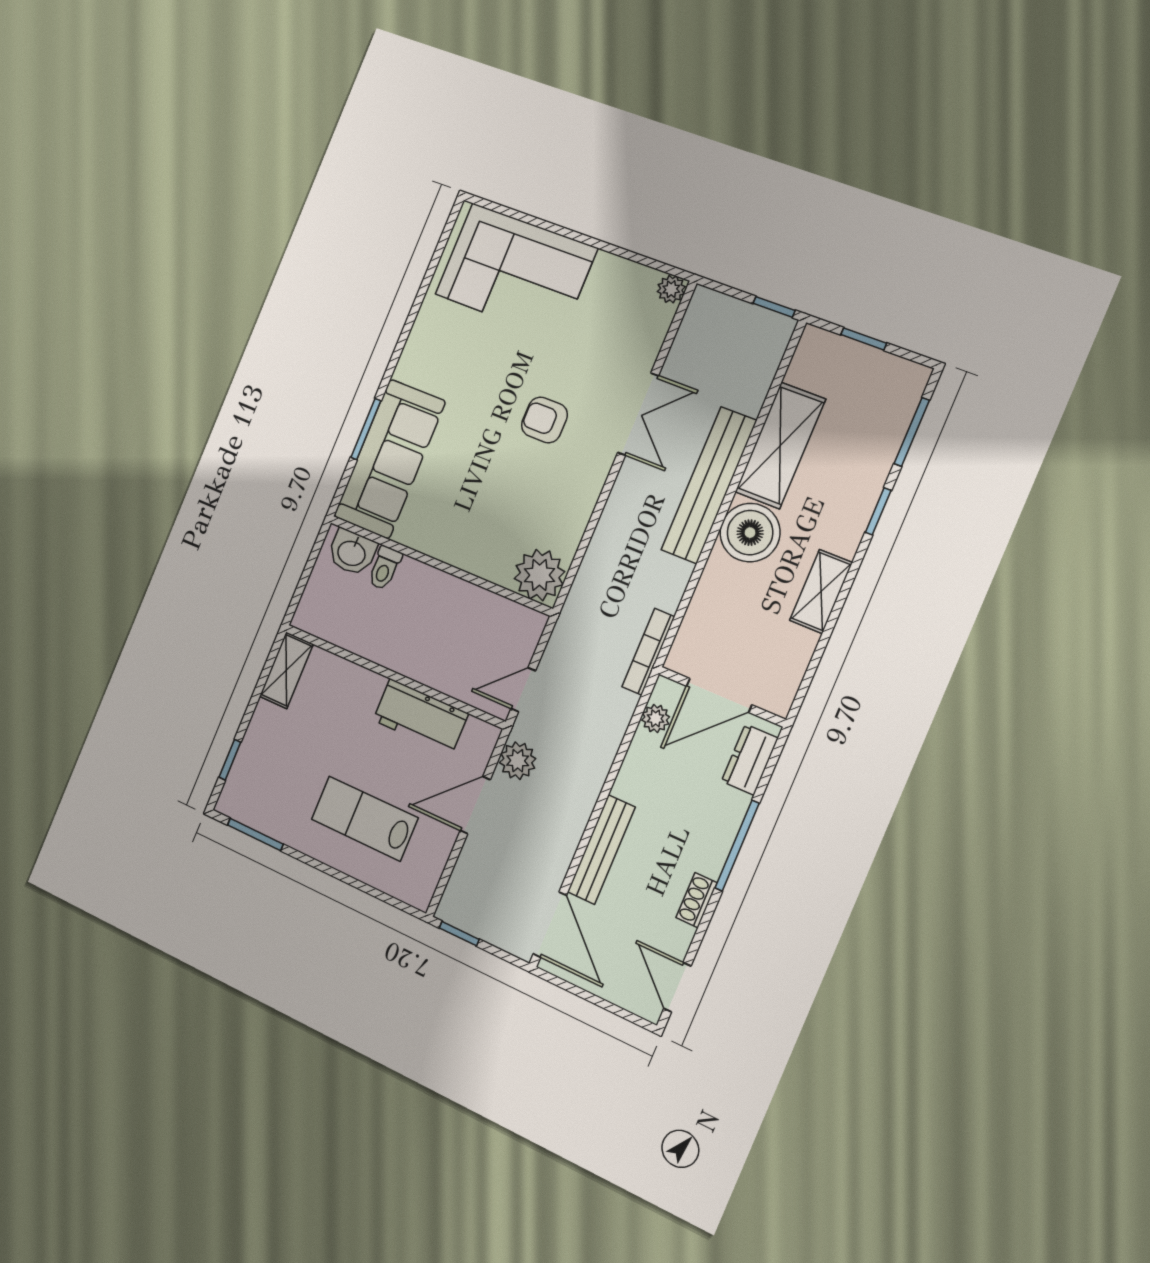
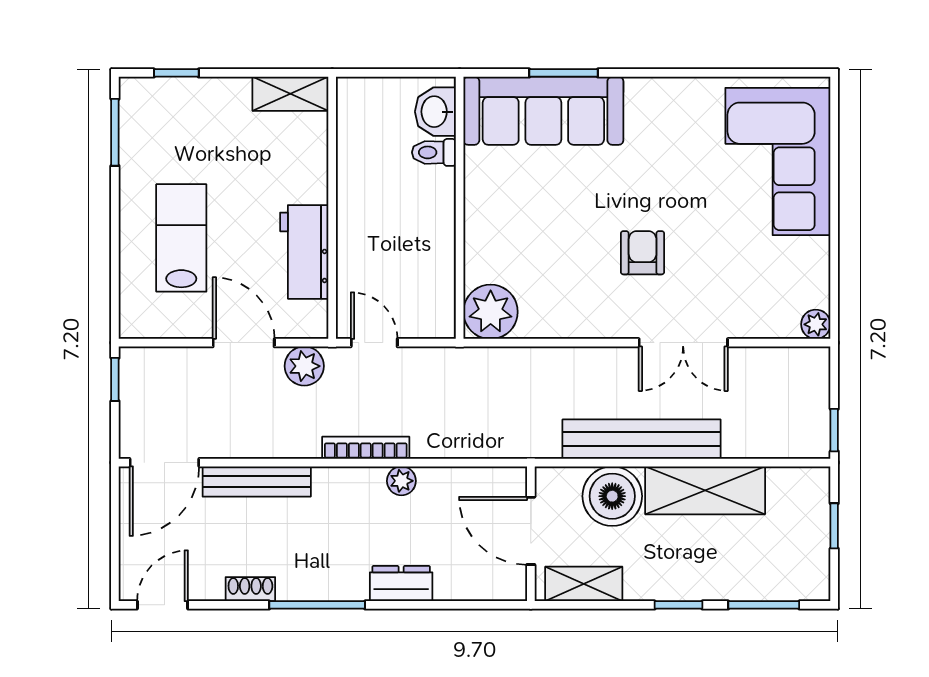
bookcase: (648, 652) -> (366, 448), moved
door: (719, 695) -> (531, 531), moved
wall: (722, 697) -> (531, 534), moved

